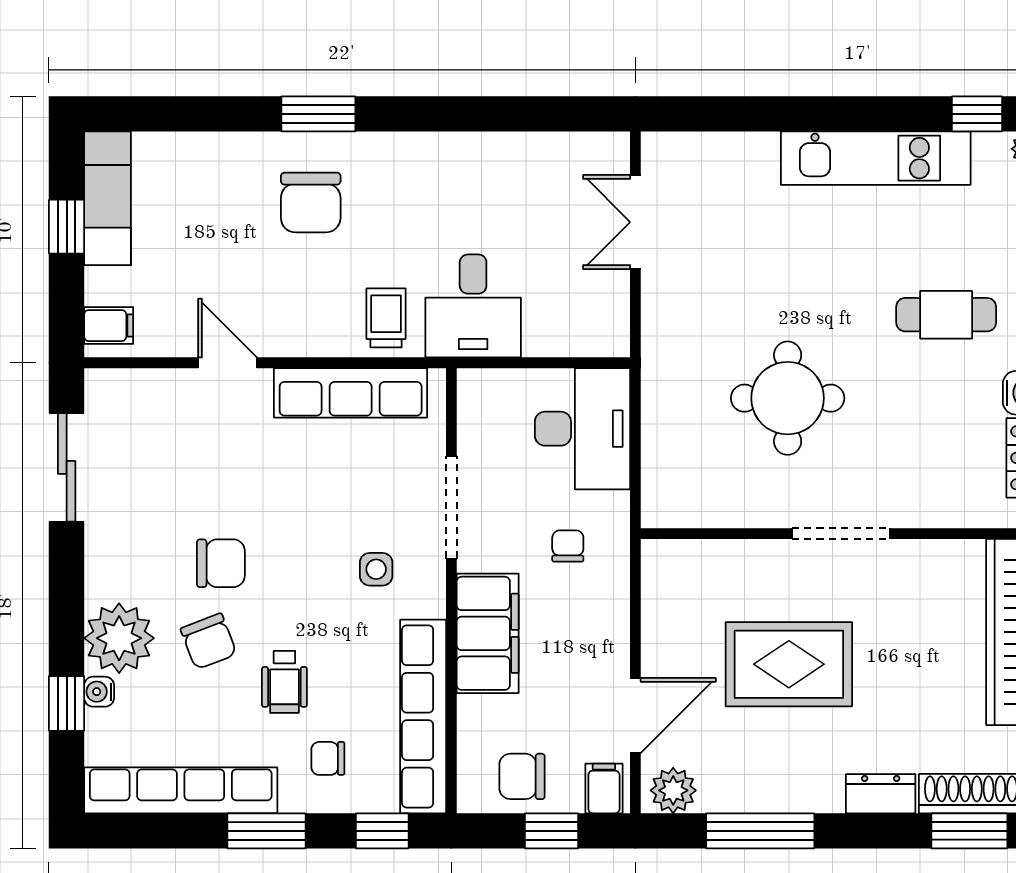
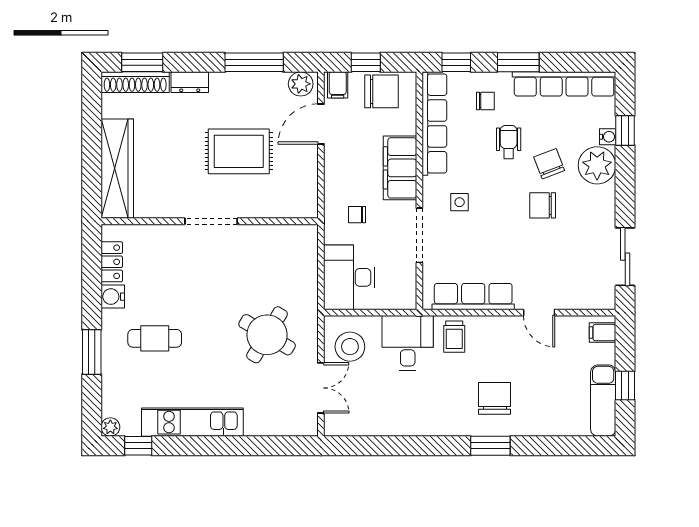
stool: (581, 299) -> (350, 347), added
round table: (788, 398) -> (267, 335), moved, turned 31
chair: (568, 546) -> (357, 215), turned 90
chair: (522, 776) -> (382, 91), width x1.37, depth x1.37

